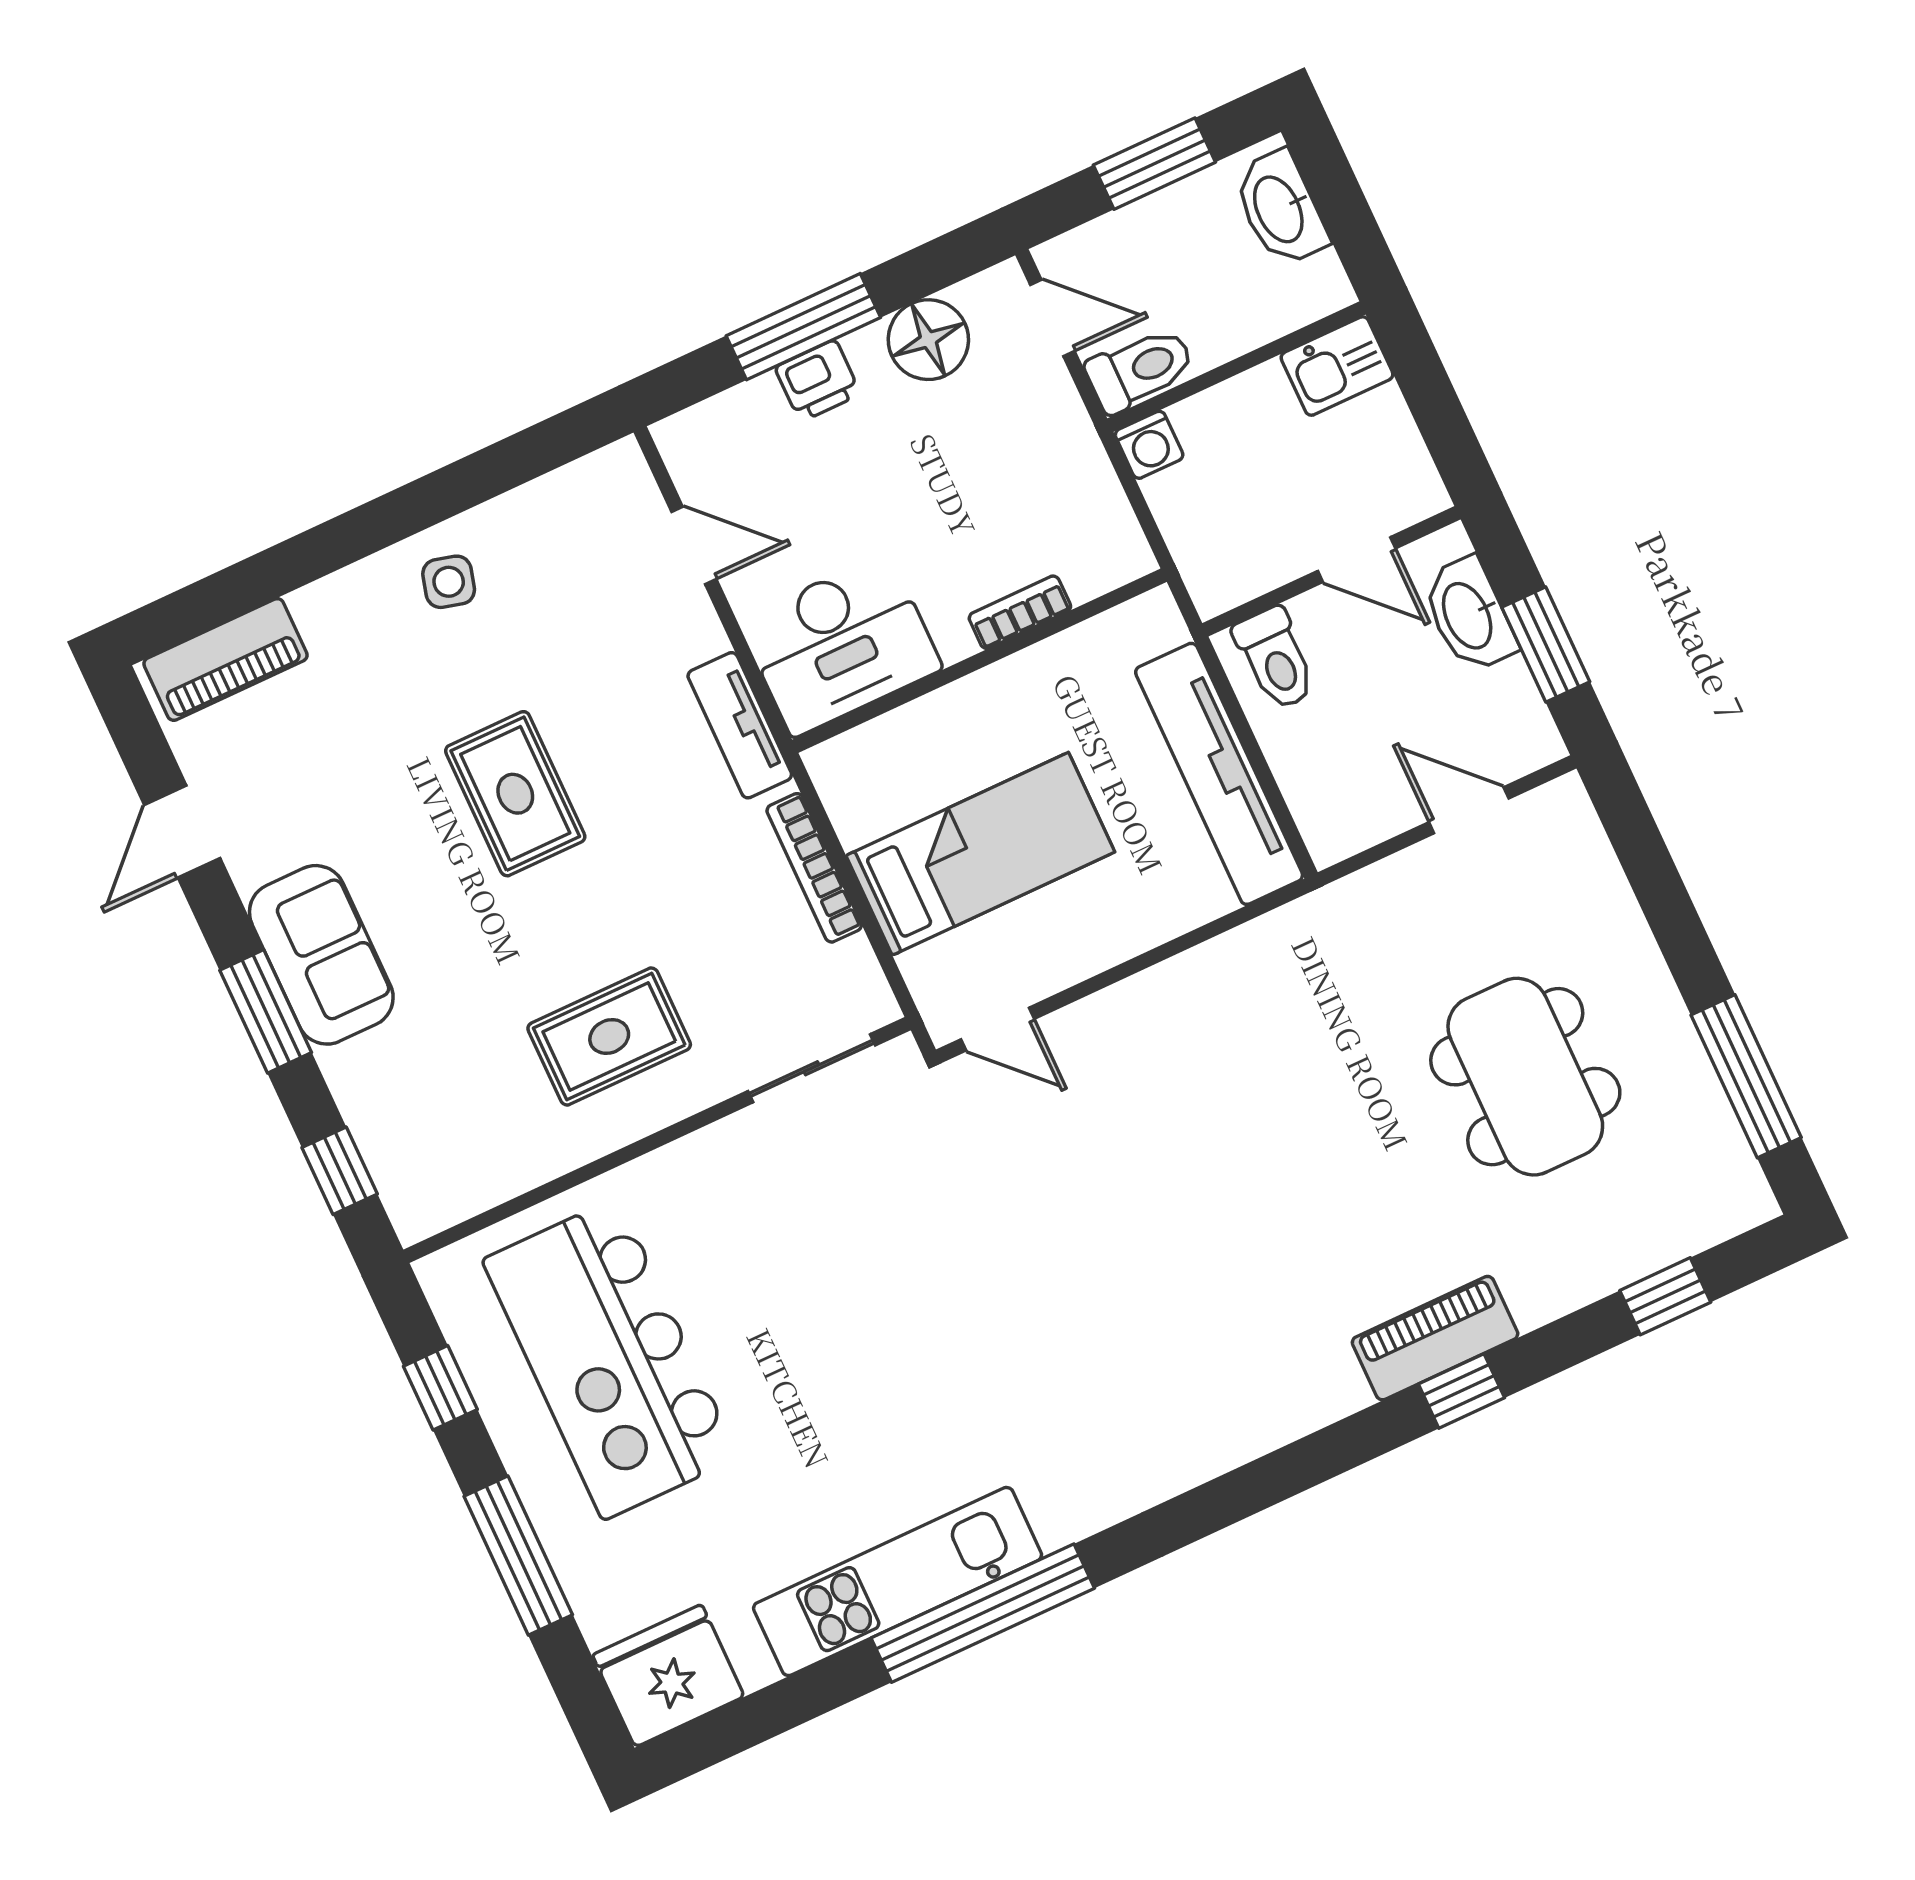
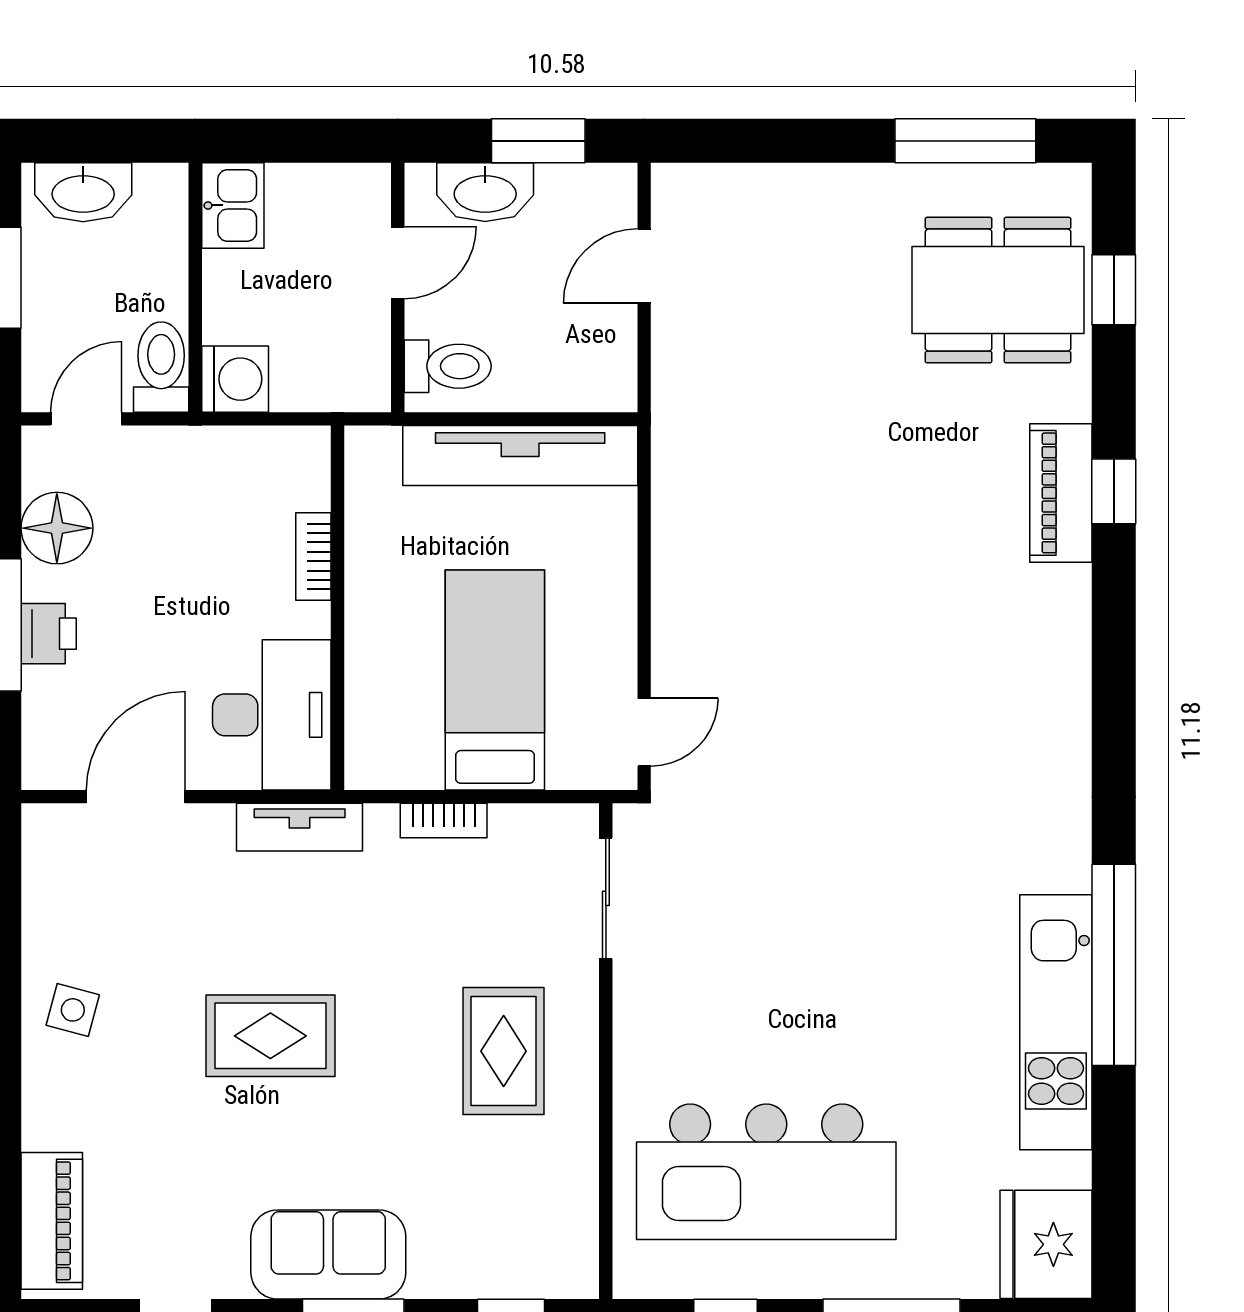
washing machine: (1149, 445) -> (235, 379), width x1.38, depth x1.38
door: (694, 545) -> (136, 797), width x1.38
bookcase: (814, 868) -> (444, 821), width x0.64
dining table: (1525, 1077) -> (998, 290), moved

